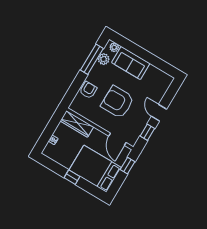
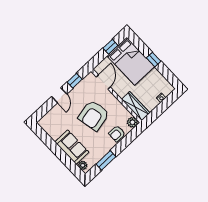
window: (92, 59) -> (106, 160), width x0.69
plant: (104, 59) -> (132, 122), moved
armchair: (118, 102) -> (94, 115), turned 78
window: (127, 166) -> (110, 47), moved

